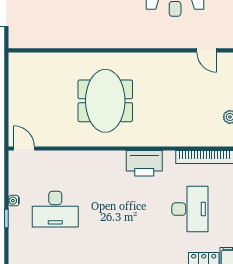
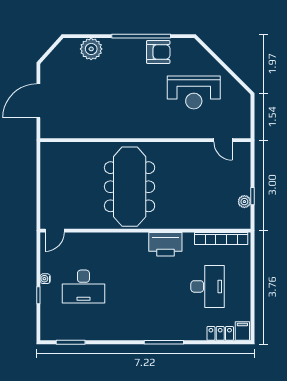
meeting table: (105, 101) -> (130, 187), width x1.36
door: (24, 149) -> (55, 231), swing flipped

